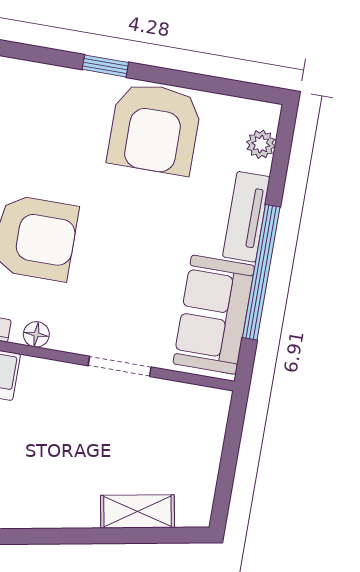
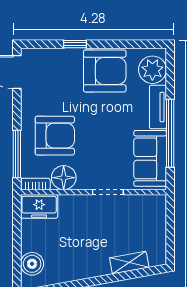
armchair: (155, 128) -> (105, 71), turned -90
plant: (261, 144) -> (152, 70), width x1.87, depth x1.87
floor lamp: (36, 334) -> (64, 178), width x1.89, depth x1.89

